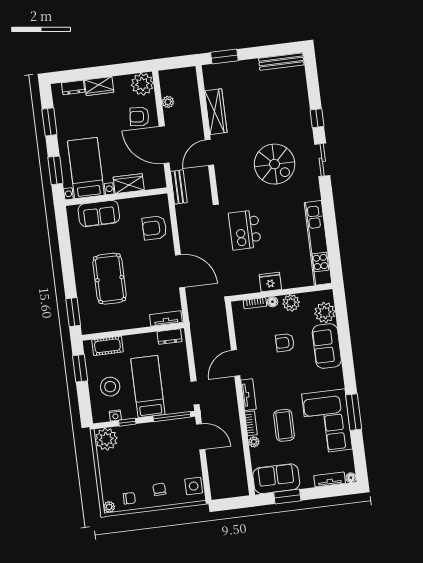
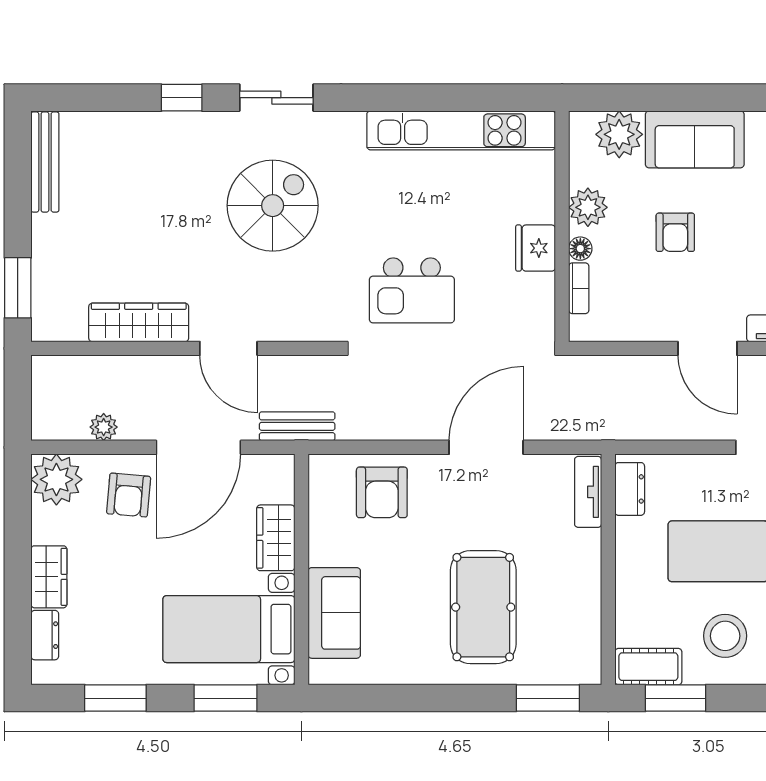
pool table: (110, 279) -> (483, 607), turned 90
cot: (107, 346) -> (648, 667), moved, turned 90

